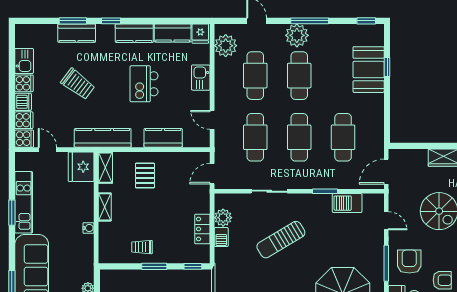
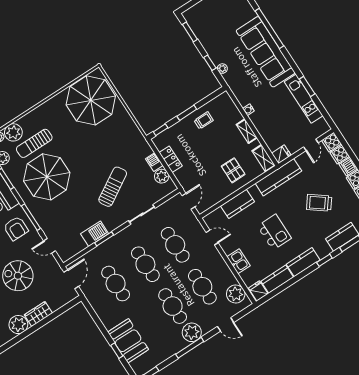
door: (47, 150) -> (311, 145), hinge flipped
fridge: (81, 167) -> (281, 154), width x0.53, depth x0.75
barbecue: (347, 203) -> (95, 234), moved

